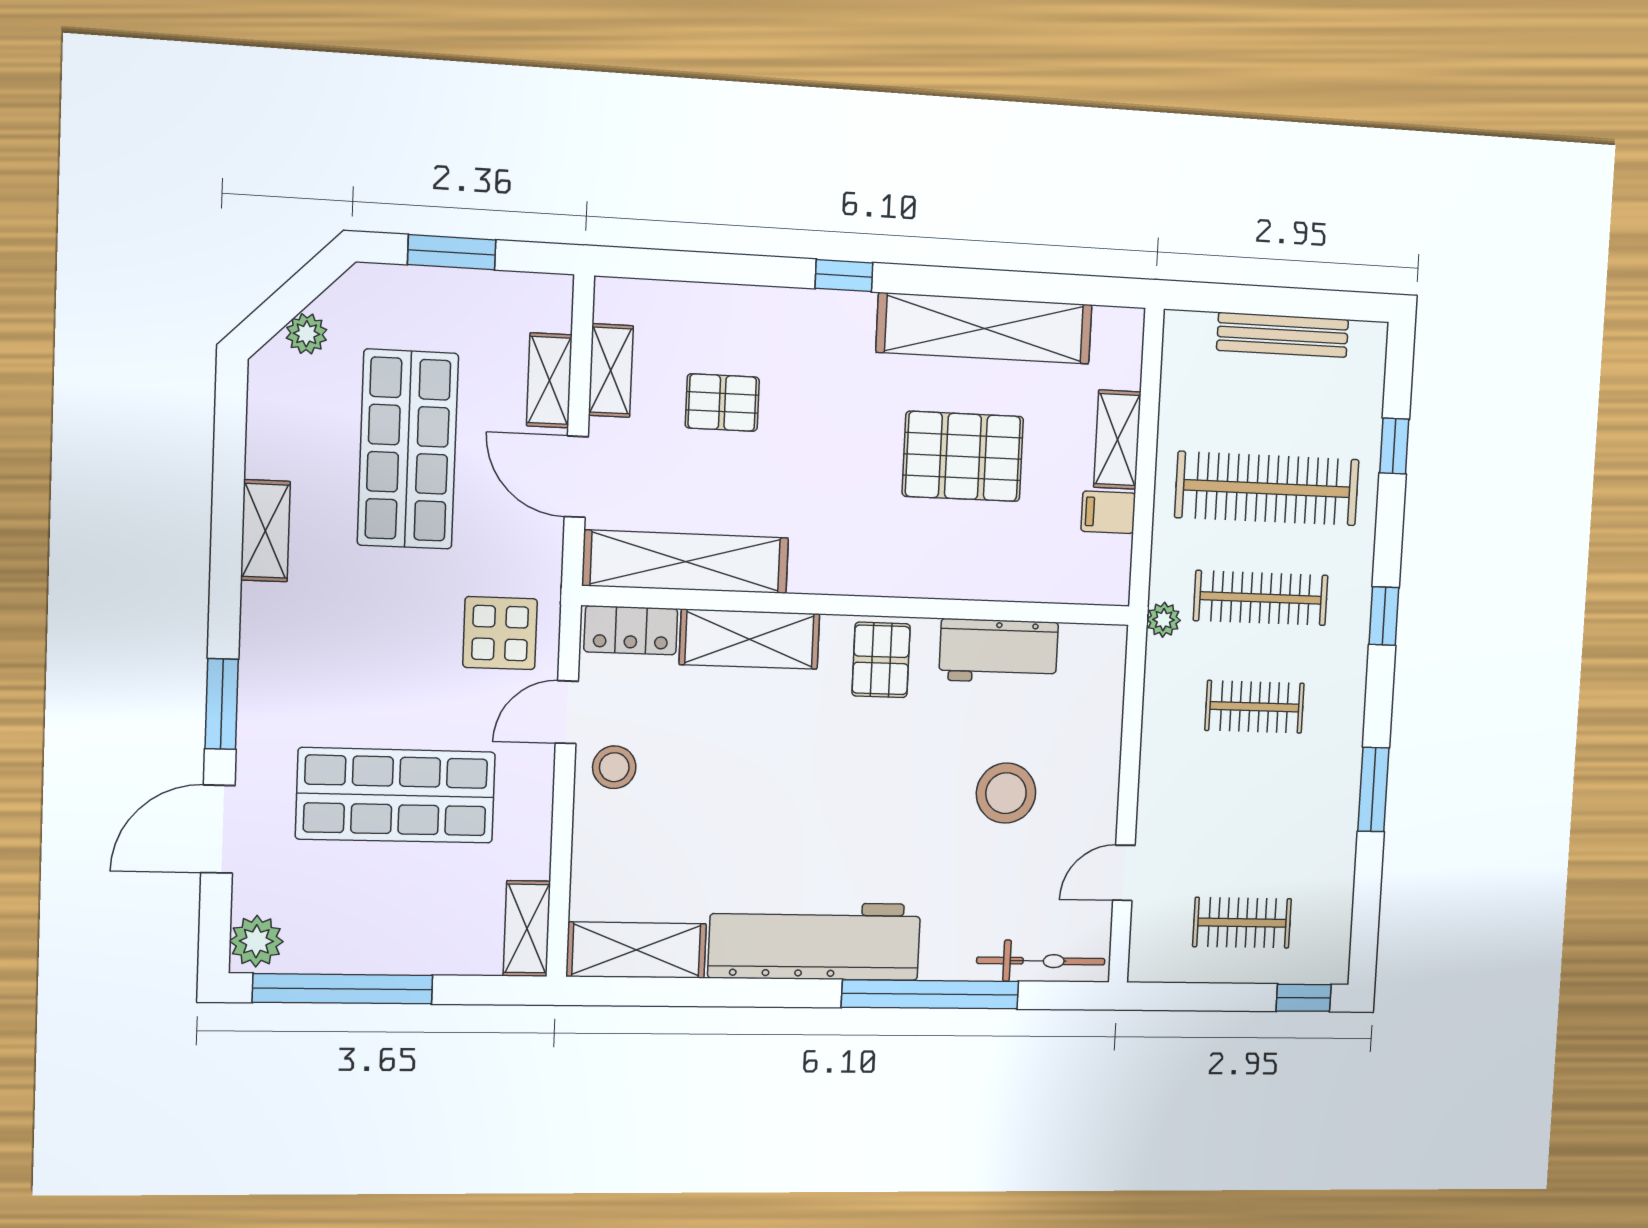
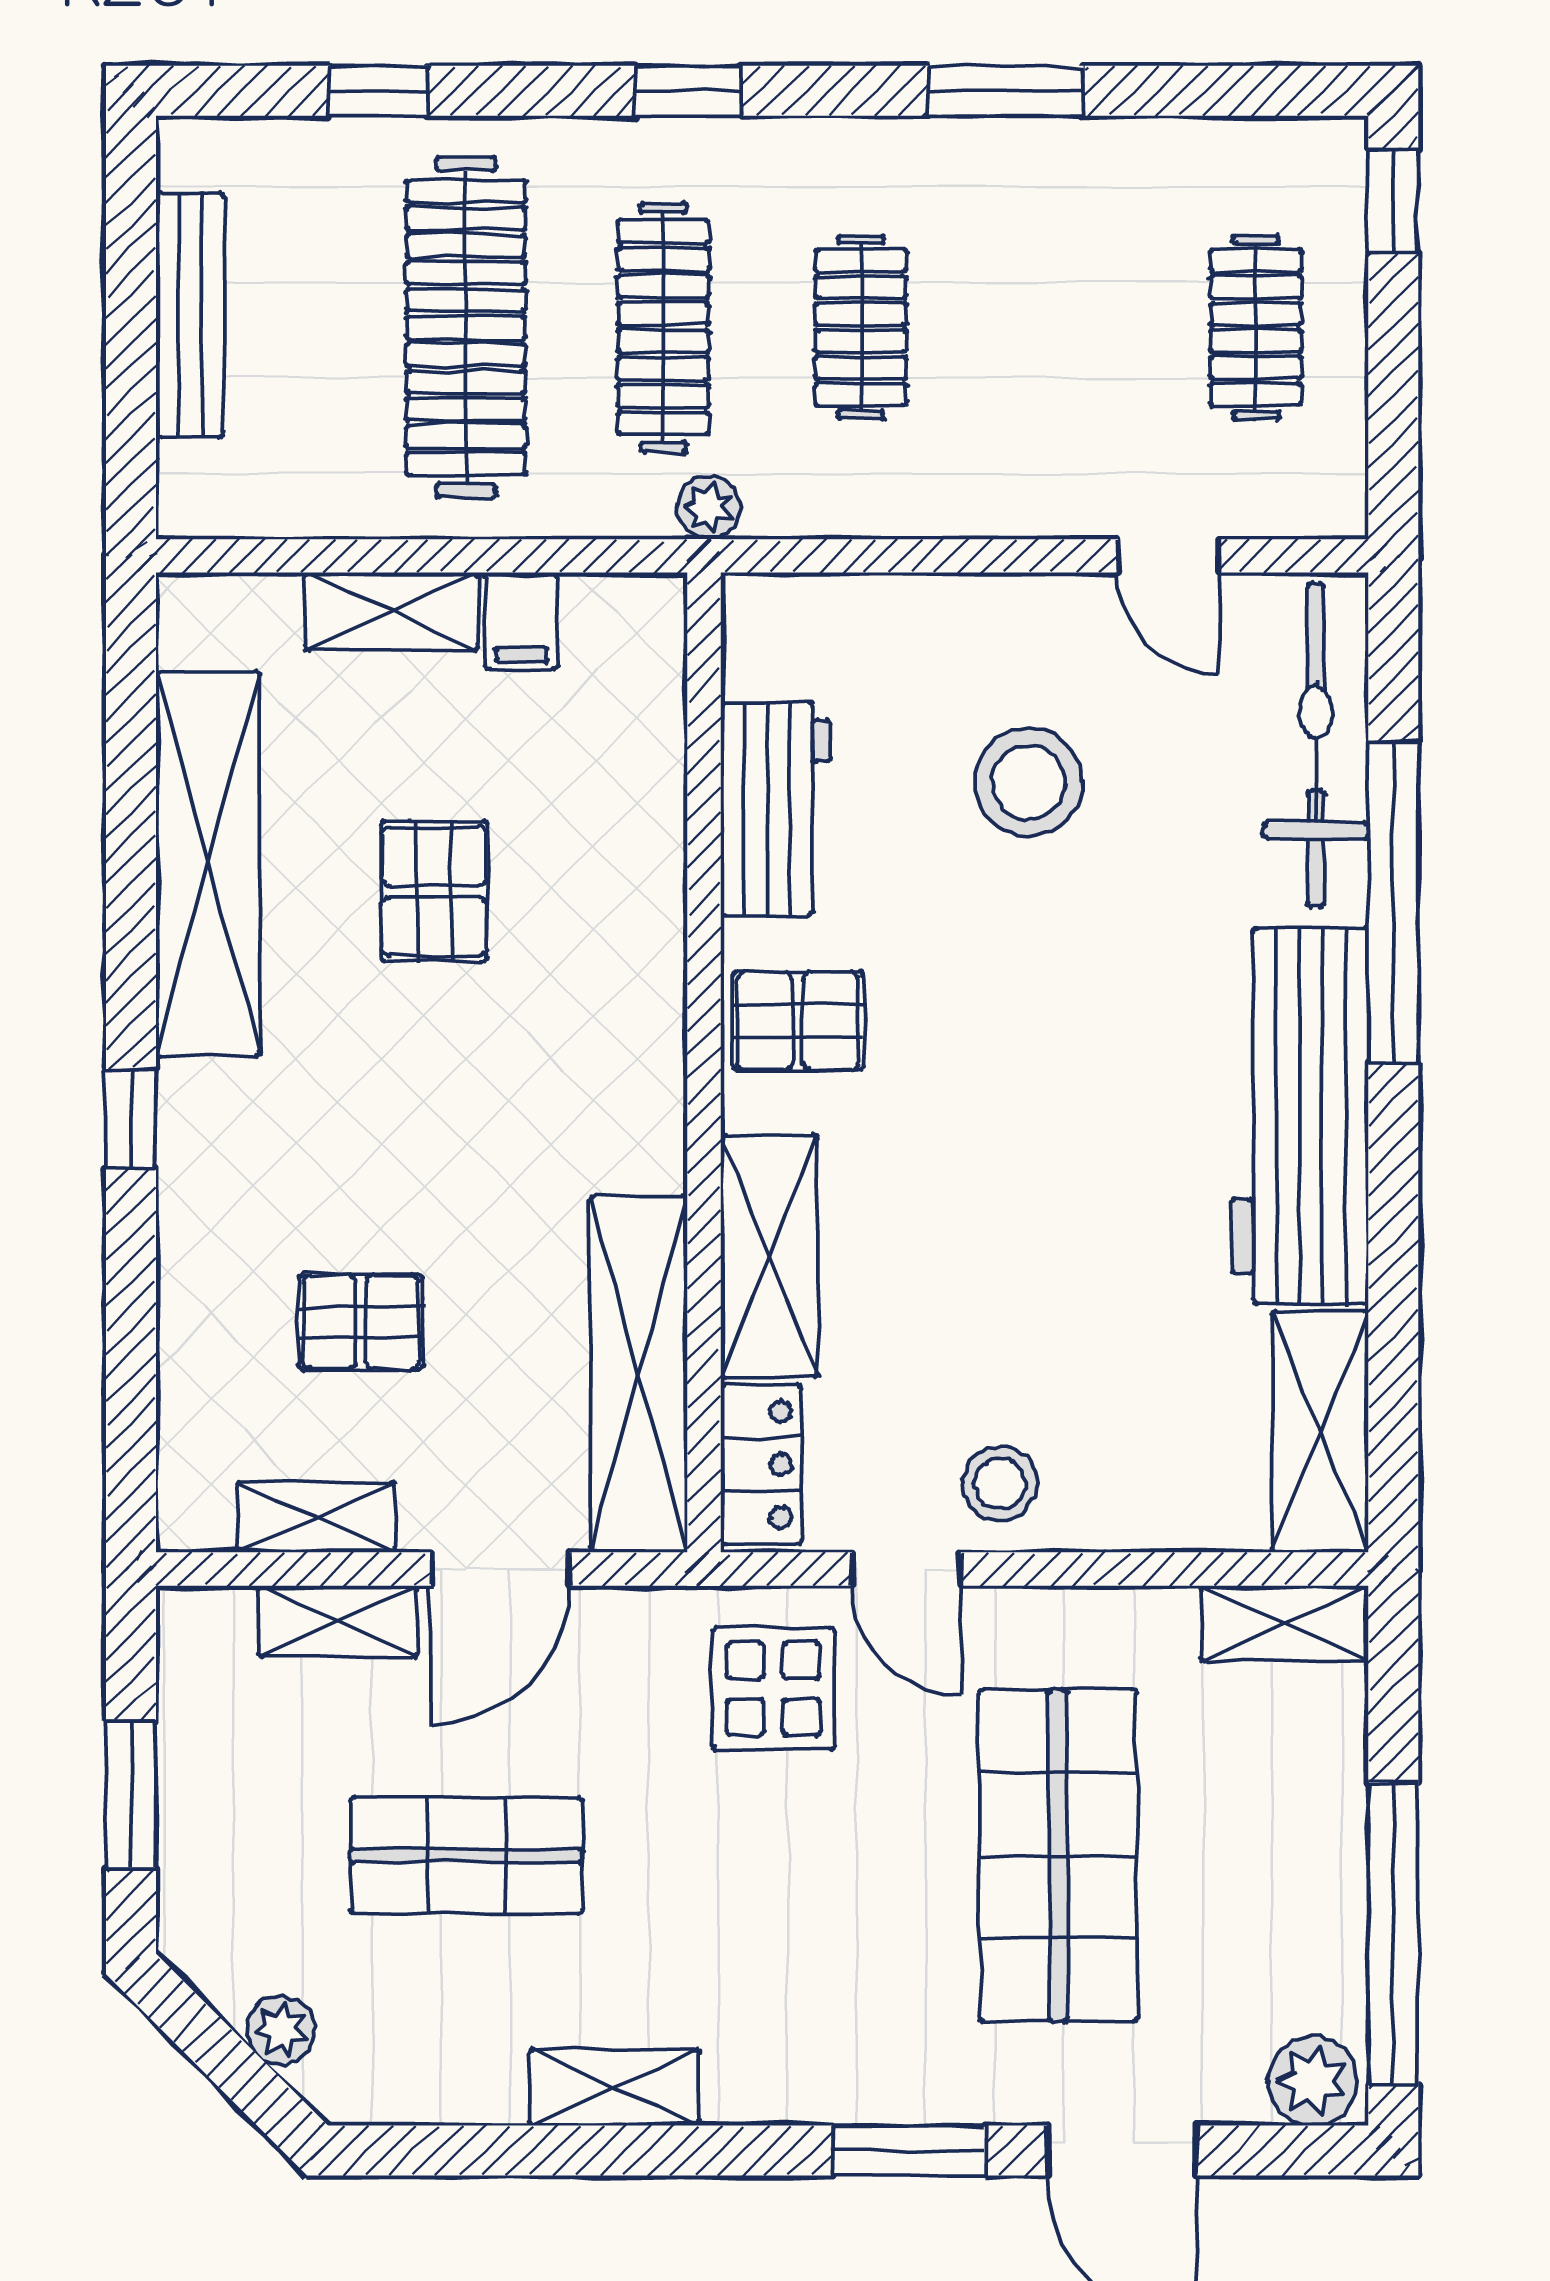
pallet: (722, 403) -> (361, 1322), turned 90
shop shelf: (408, 449) -> (466, 1856), width x0.70, depth x0.74
pallet: (963, 456) -> (434, 891), width x0.67, depth x0.71
bicycle: (1041, 961) -> (1316, 745), width x1.37, depth x1.40

